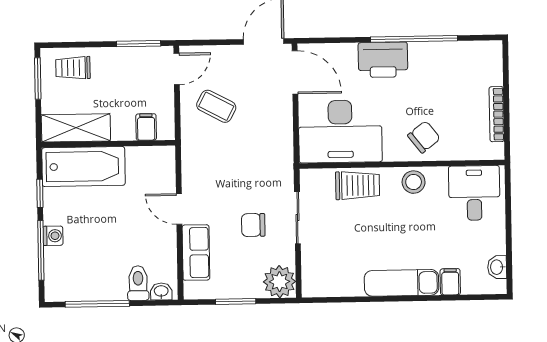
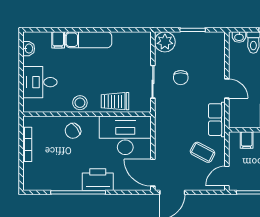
desk: (474, 193) -> (40, 82), moved, turned 90
chair: (253, 225) -> (181, 78), turned 90
row of seats: (196, 253) -> (217, 120), moved

